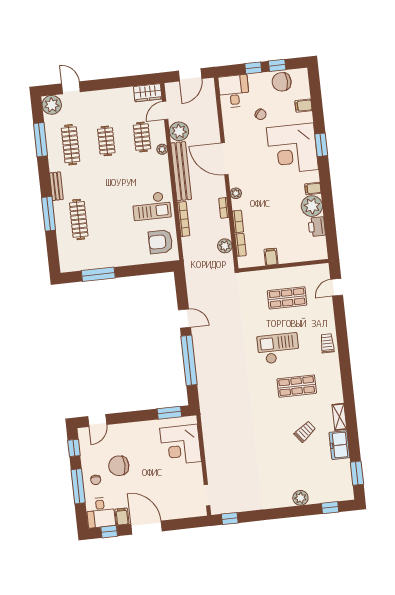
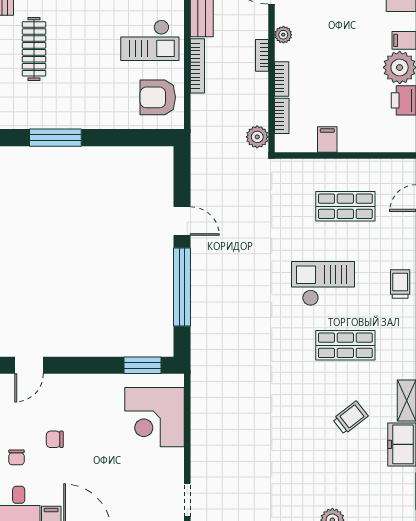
plant: (225, 246) -> (257, 137), moved
chair: (119, 466) -> (55, 439), width x0.54, depth x0.54

